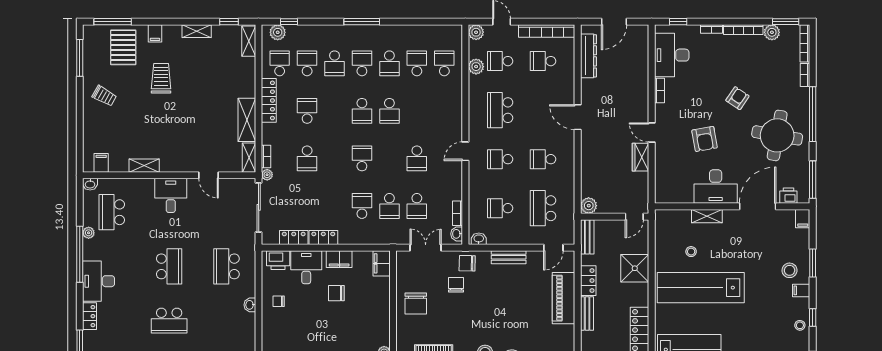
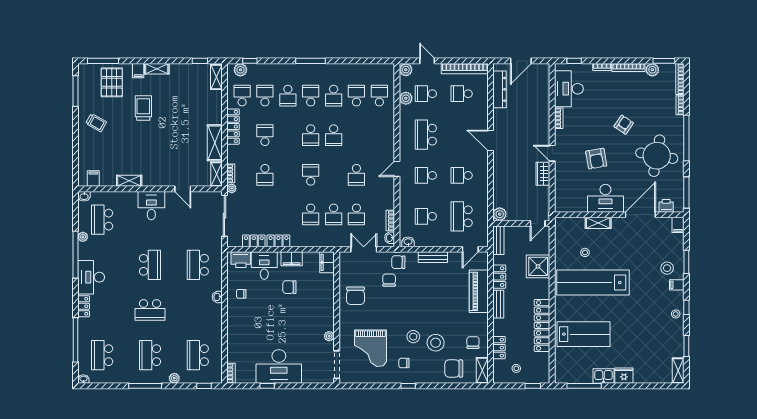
shelving: (197, 31) -> (157, 69), moved
school desk: (362, 206) -> (311, 214), turned 180

